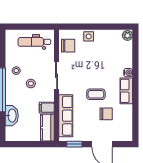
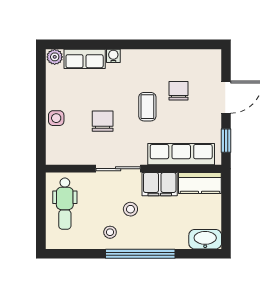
chair: (68, 46) -> (103, 121), moved
row of seats: (126, 91) -> (85, 59), moved
filing cabinet: (47, 108) -> (160, 184), width x2.00
washbasin: (12, 116) -> (205, 239), moved

